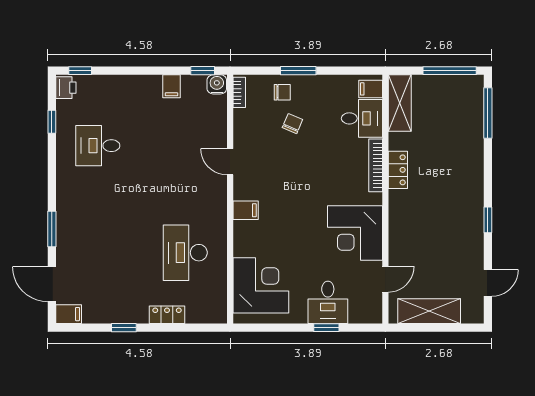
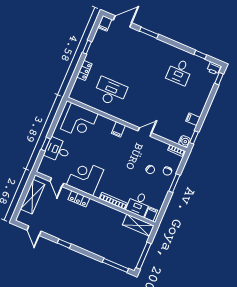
desk: (98, 146) -> (180, 72), turned 180
locker: (398, 170) -> (79, 199), moved

